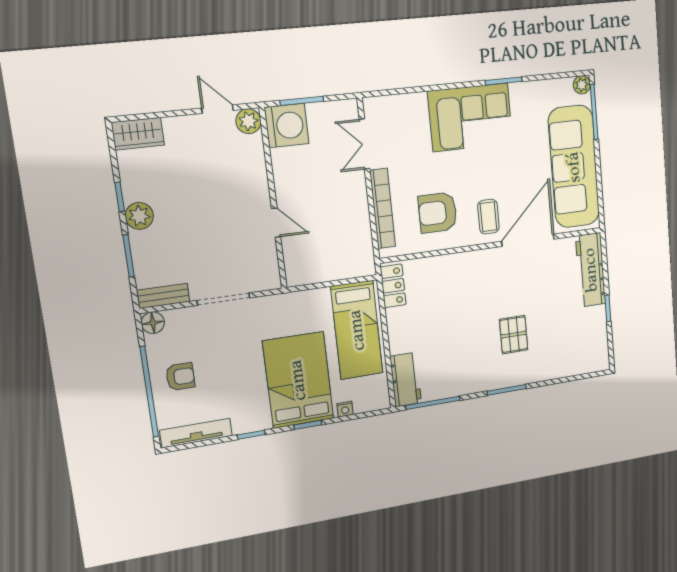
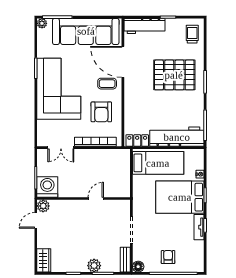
corner sofa: (470, 117) -> (59, 89), width x1.36, depth x1.36
plant: (139, 216) -> (94, 266), moved
pallet: (514, 335) -> (174, 75), width x2.05, depth x2.00
trolley: (583, 354) -> (192, 34), added
workbench: (406, 380) -> (177, 137), width x1.88, depth x1.32
tv unit: (196, 433) -> (199, 227), moved, width x0.71

